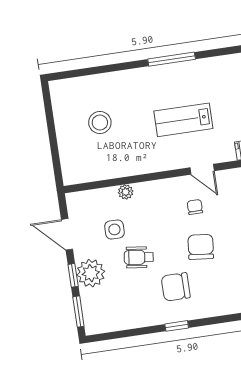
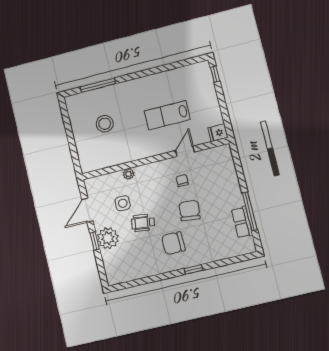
window: (172, 59) -> (98, 85), moved
door: (202, 169) -> (185, 151), swing flipped
door: (67, 234) -> (87, 210), hinge flipped
window: (78, 312) -> (101, 268), removed
window: (177, 326) -> (193, 269), moved

